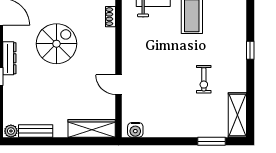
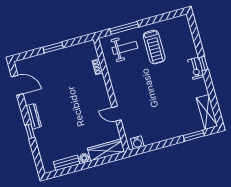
spiral stairs: (56, 44) -> (64, 97), removed
exercise bike: (204, 79) -> (195, 68), moved
plant: (11, 131) -> (84, 158), moved

